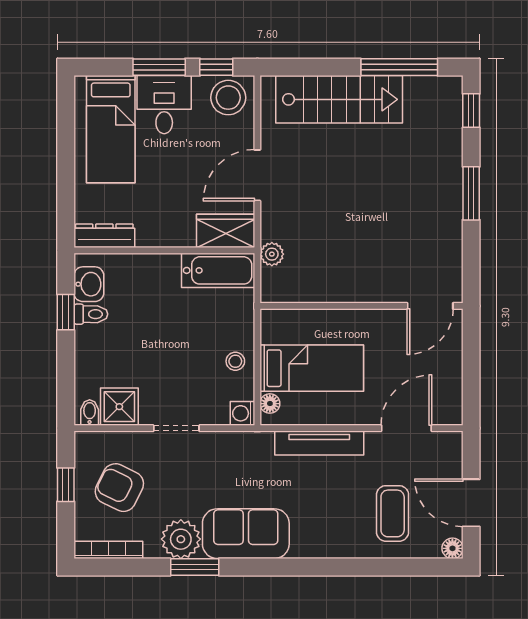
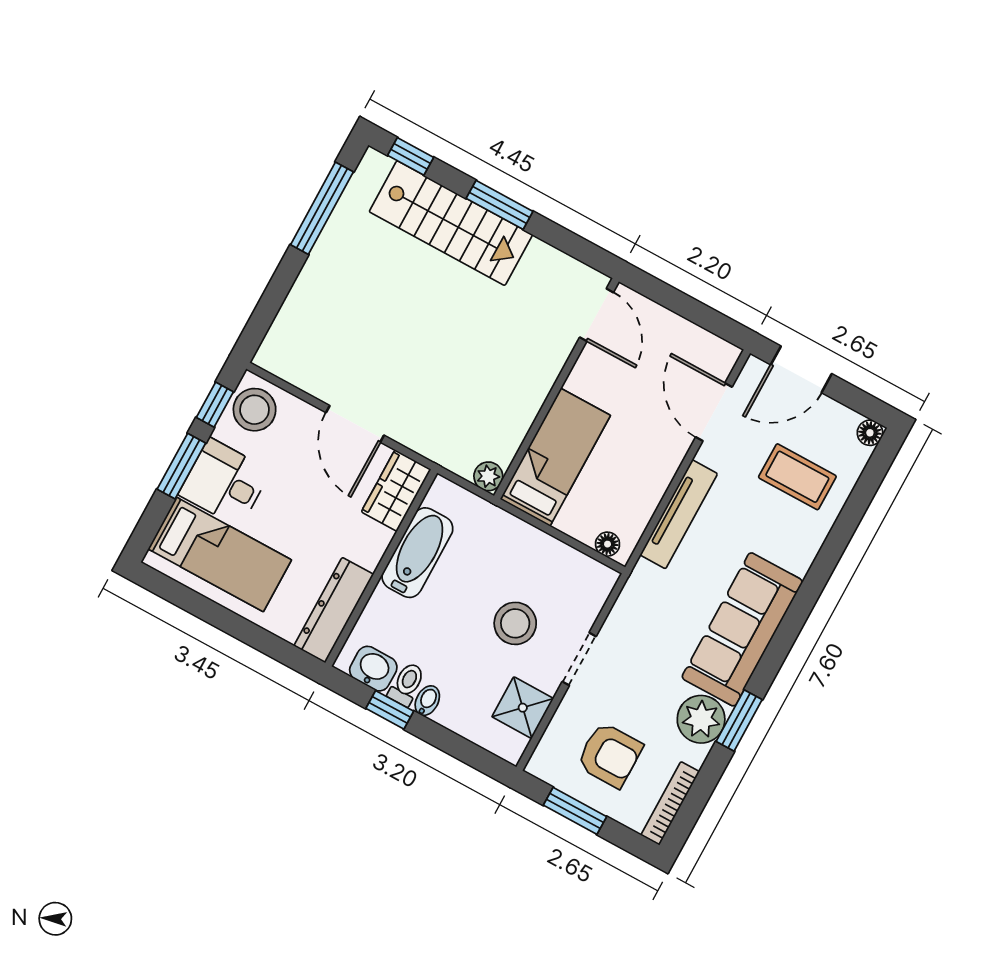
stairs: (339, 99) -> (451, 223), moved, turned 90
dresser: (104, 236) -> (334, 610), width x1.37, depth x1.24
plant: (272, 254) -> (488, 476), moved
bathtub: (218, 270) -> (417, 553), moved
stool: (235, 361) -> (515, 623), moved, width x1.89, depth x1.89
bed: (312, 368) -> (555, 457), moved
bidet: (90, 412) -> (427, 701), moved, turned 90
washing machine: (243, 413) -> (602, 579), removed
window: (66, 485) -> (575, 811), width x1.50
armchair: (119, 488) -> (610, 755), turned -116
door: (471, 503) -> (801, 369), moved
sofa: (246, 534) -> (742, 629), width x1.36

